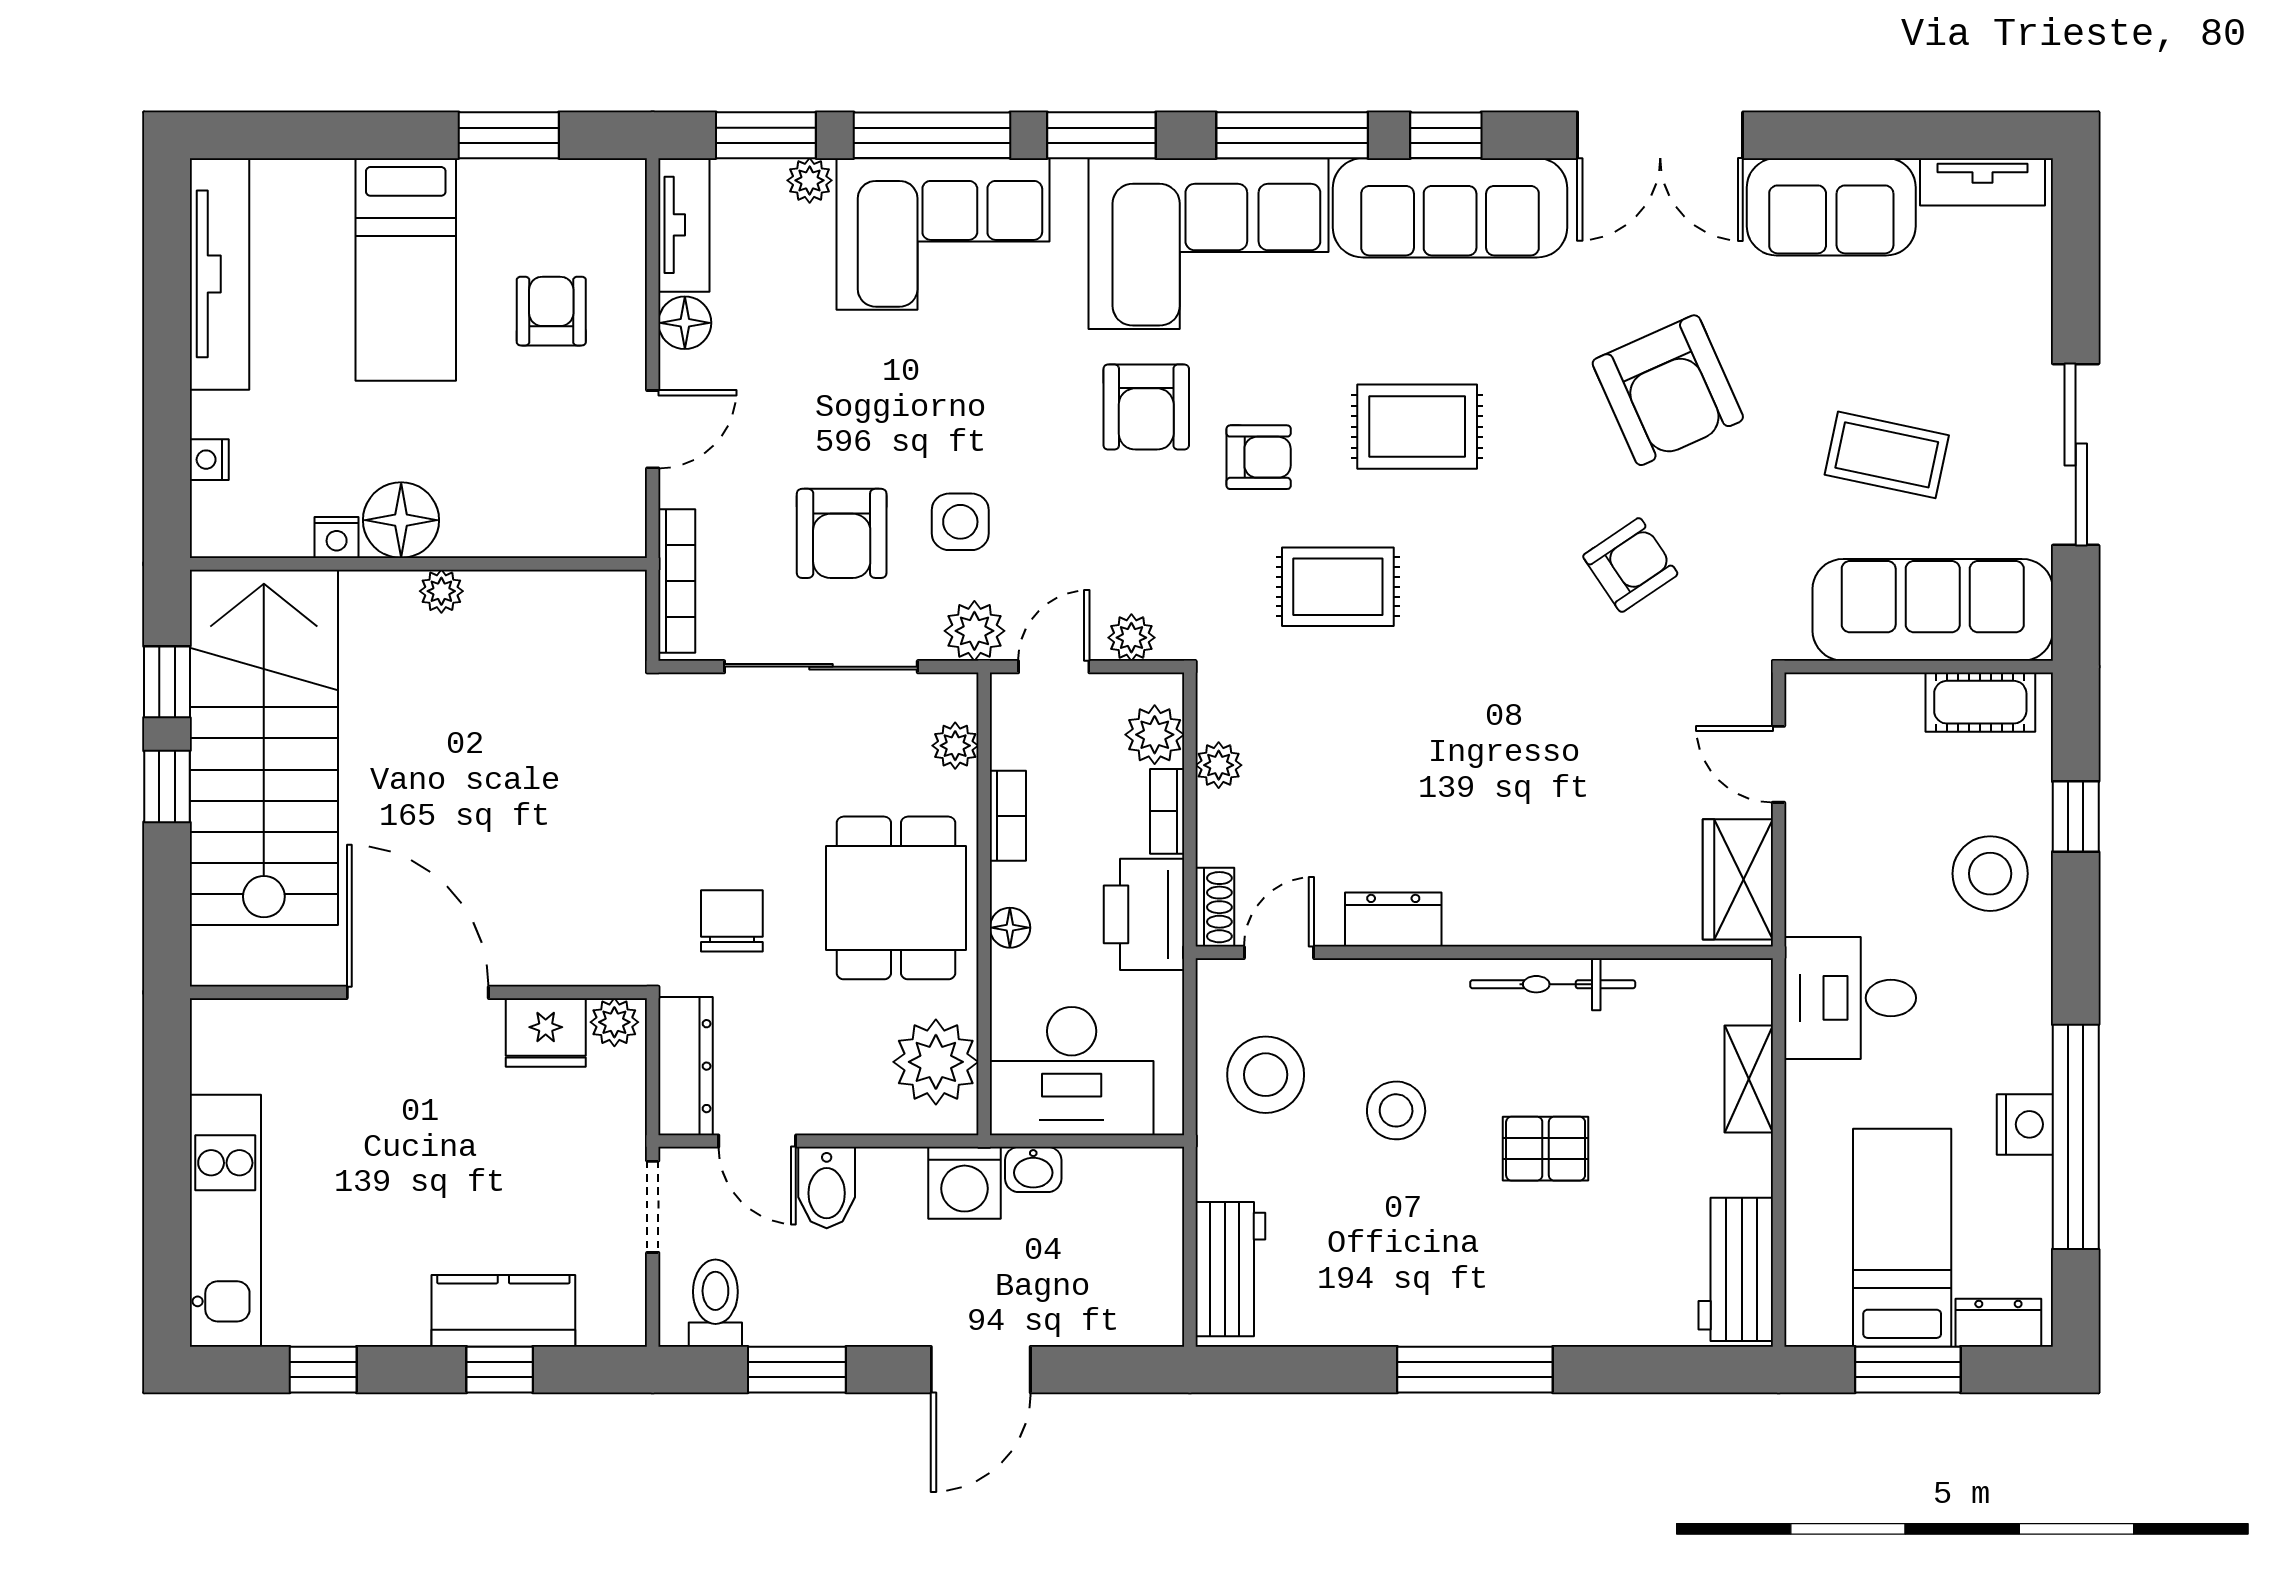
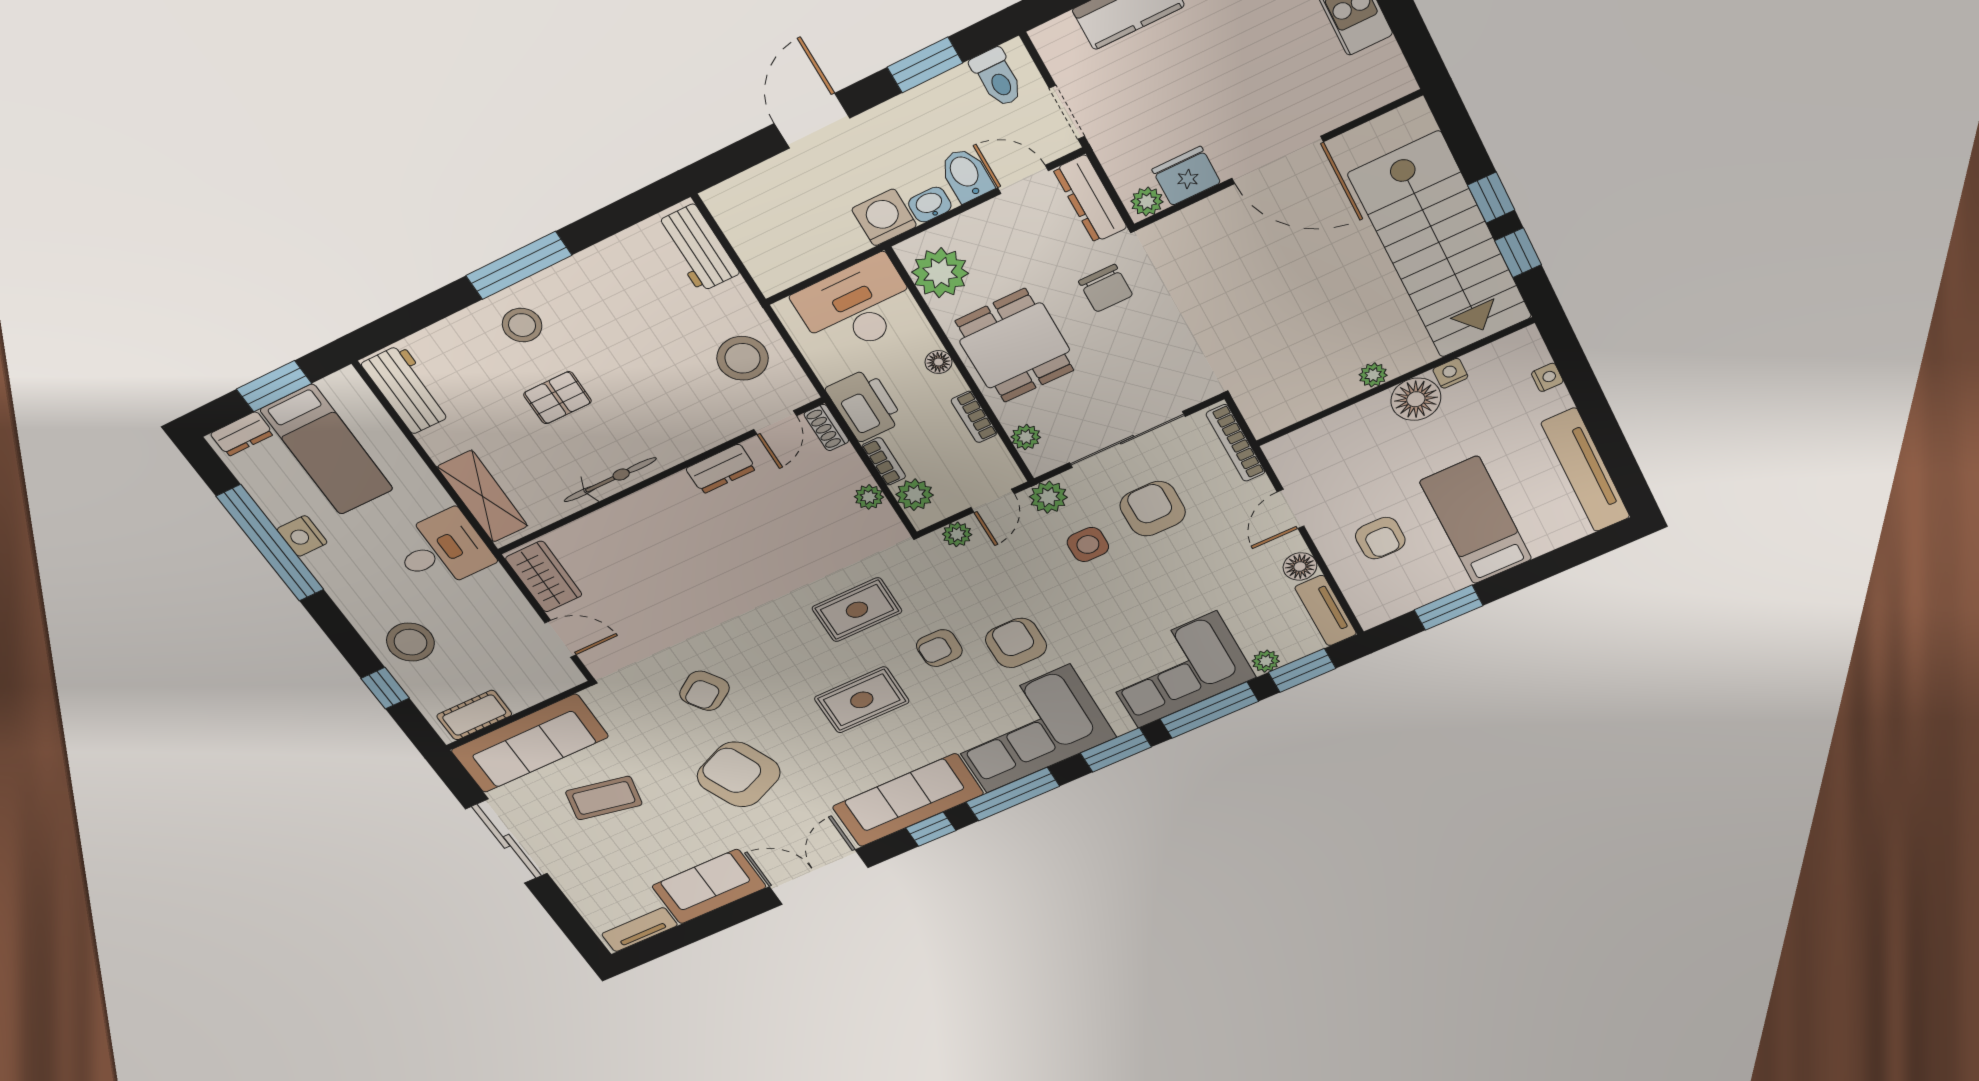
shelving: (1749, 1079) -> (483, 496), width x1.50, depth x1.33
stool: (1396, 1110) -> (522, 325), moved
washbasin: (1033, 1169) -> (930, 205), moved

